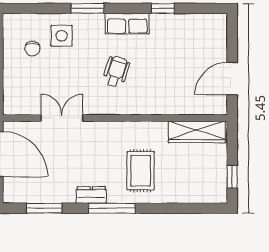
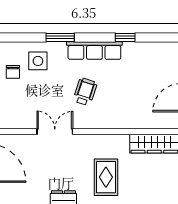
row of seats: (127, 24) -> (94, 51), width x1.48
double door: (62, 118) -> (55, 132), moved

